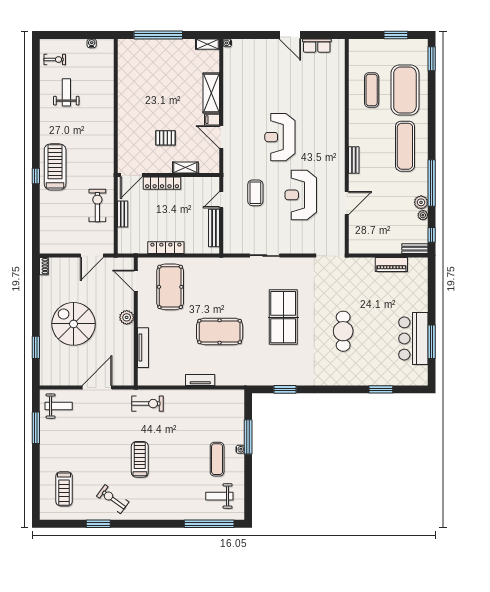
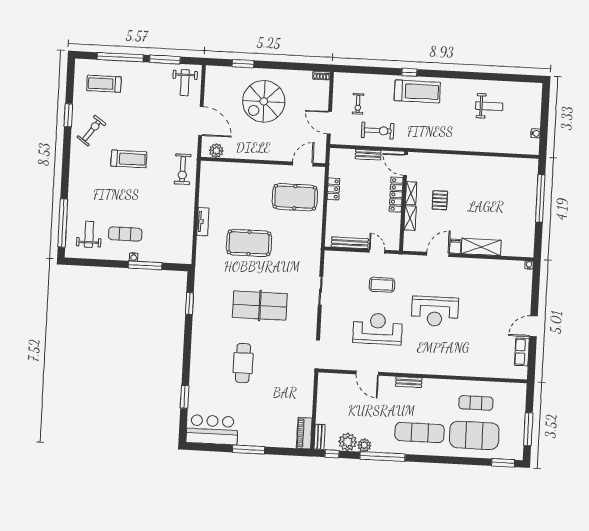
window: (396, 35) -> (528, 429), width x1.44
shelving: (207, 44) -> (411, 193), moved
exercise bike: (55, 59) -> (358, 104), moved
reception desk: (280, 137) -> (435, 311), turned 180
plant: (423, 215) -> (348, 442), width x1.88, depth x1.88
locker: (166, 248) -> (334, 189), width x0.66
piano: (391, 265) -> (304, 433), moved
plant: (127, 317) -> (216, 151), moved
spiral stairs: (74, 324) -> (264, 101), turned 180
pool table: (220, 331) -> (249, 243), turned 90
cafe table: (343, 331) -> (243, 363), turned 90
bar counter: (413, 339) -> (212, 430), moved
window: (432, 342) -> (249, 450), moved
tv unit: (143, 348) -> (237, 168), removed
window: (36, 474) -> (120, 57), added

